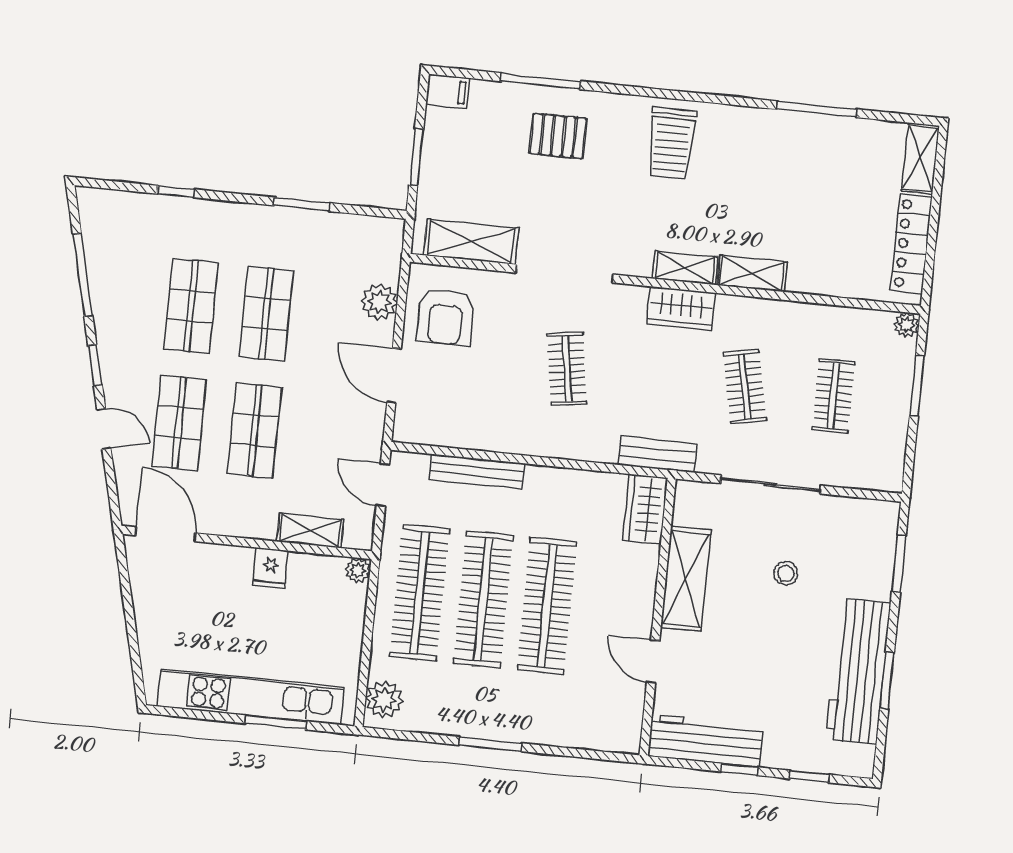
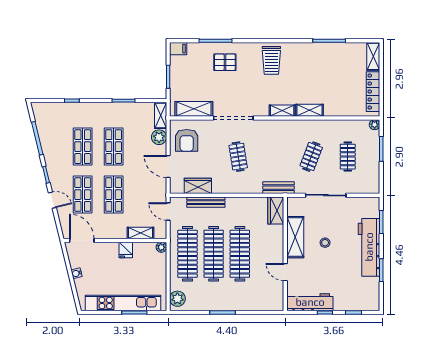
shelving: (388, 249) -> (161, 115), added
wardrobe: (681, 308) -> (198, 186), moved, turned 180
clothes rail: (745, 387) -> (311, 157), turned 33
stool: (786, 573) -> (325, 243), moved
water cooler: (145, 613) -> (76, 273), added
workbench: (858, 671) -> (369, 247), moved

